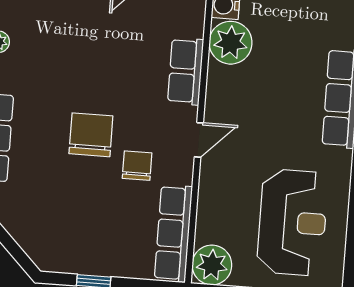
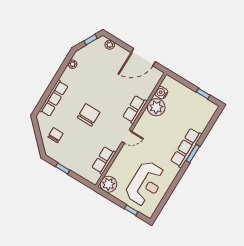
chair: (137, 166) -> (56, 135), moved
row of seats: (173, 233) -> (104, 160), width x0.68

